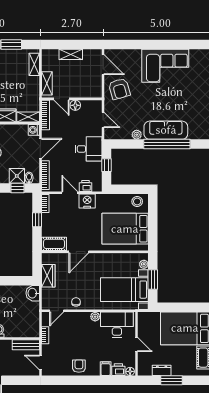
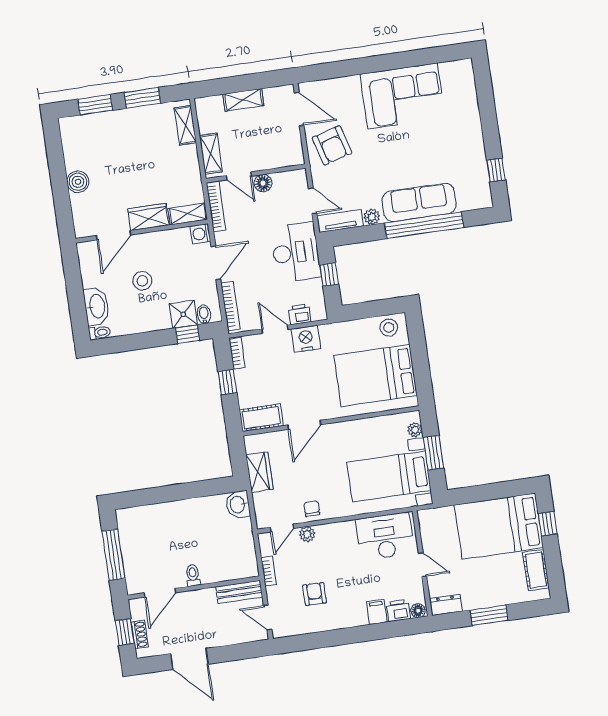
tv unit: (118, 134) -> (340, 221), added
desk: (89, 149) -> (296, 252), width x1.37
plant: (95, 317) -> (307, 534), moved
armchair: (79, 366) -> (315, 594), moved
dresser: (162, 370) -> (446, 605), moved

